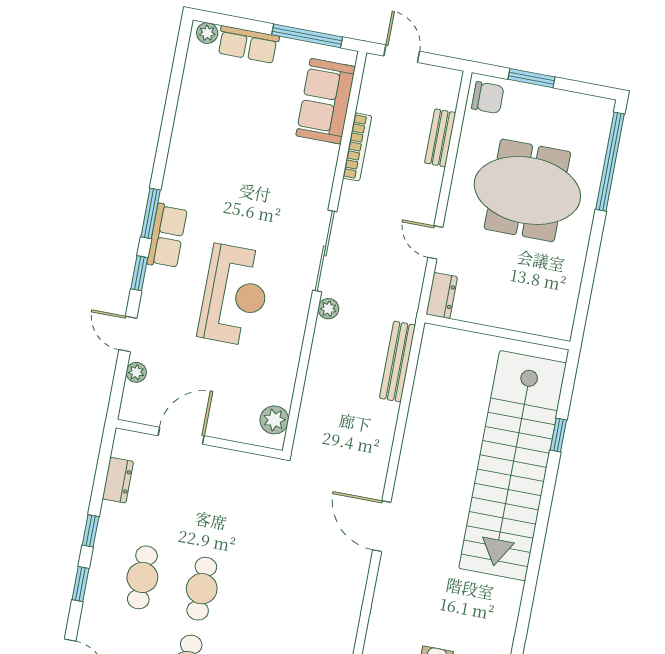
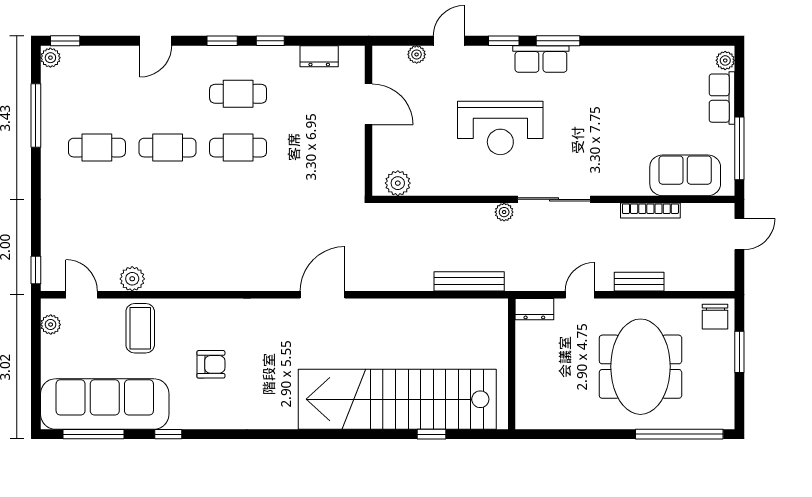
bench: (440, 138) -> (639, 282), moved

